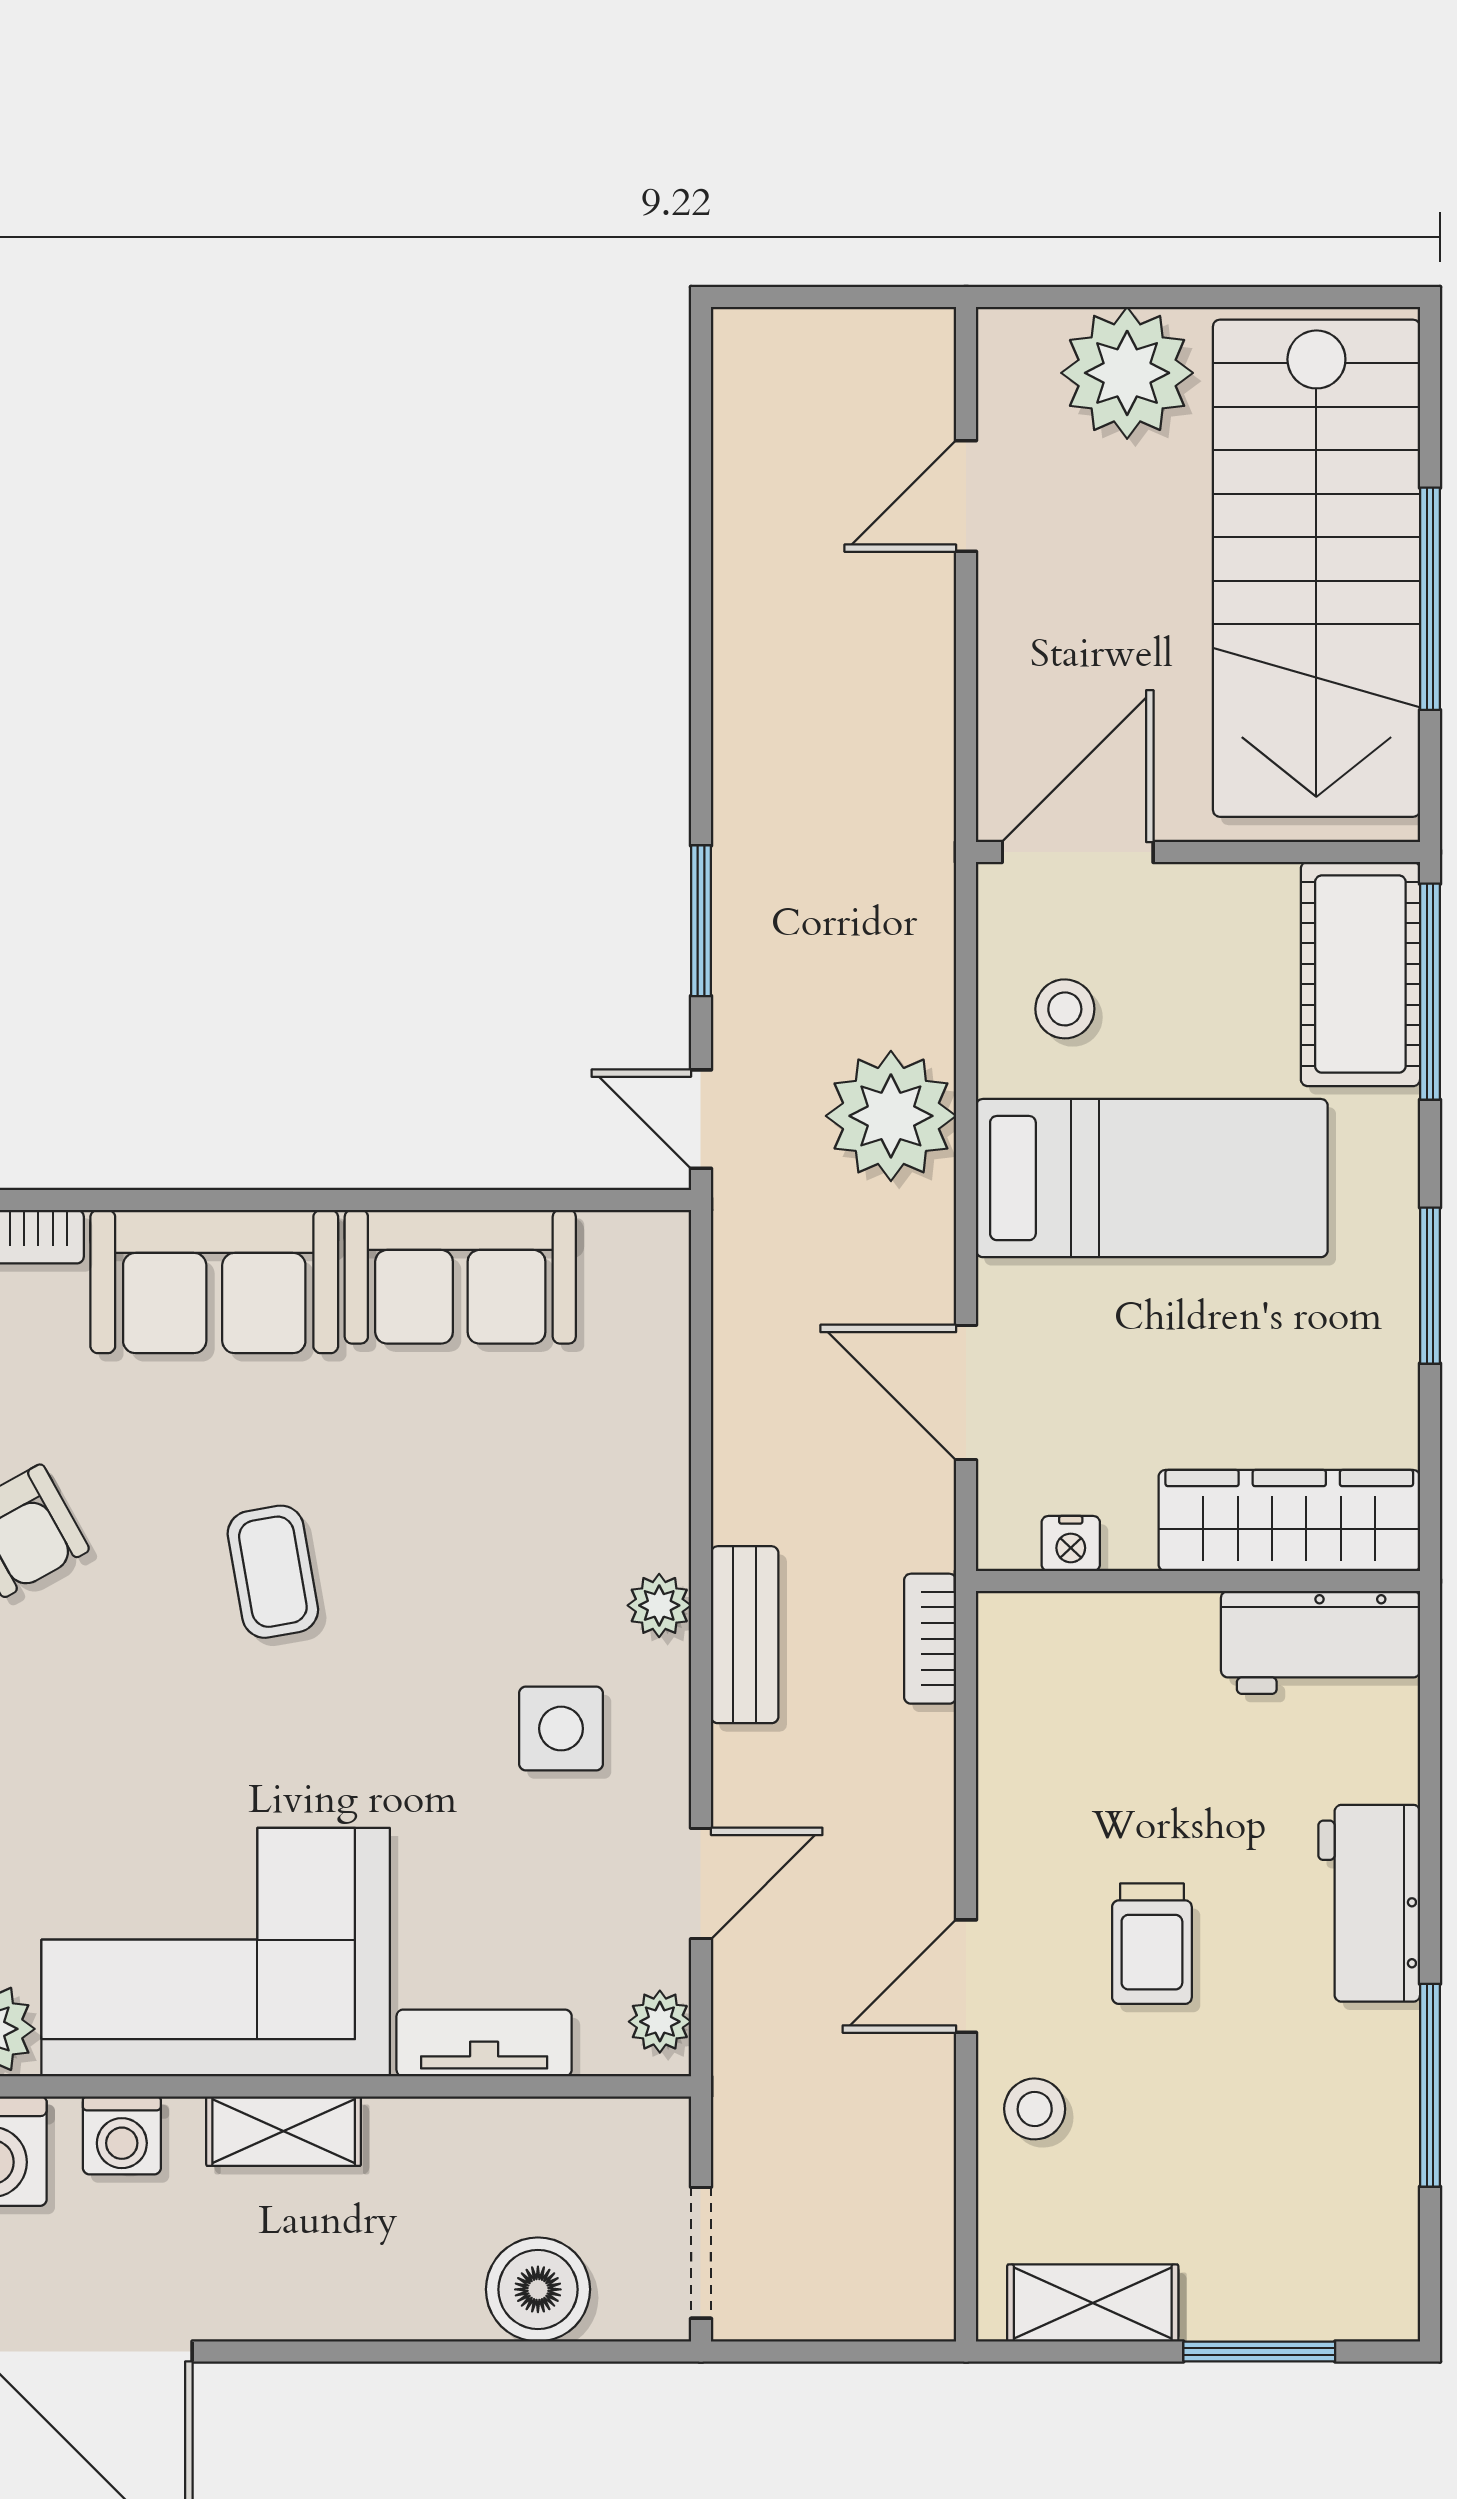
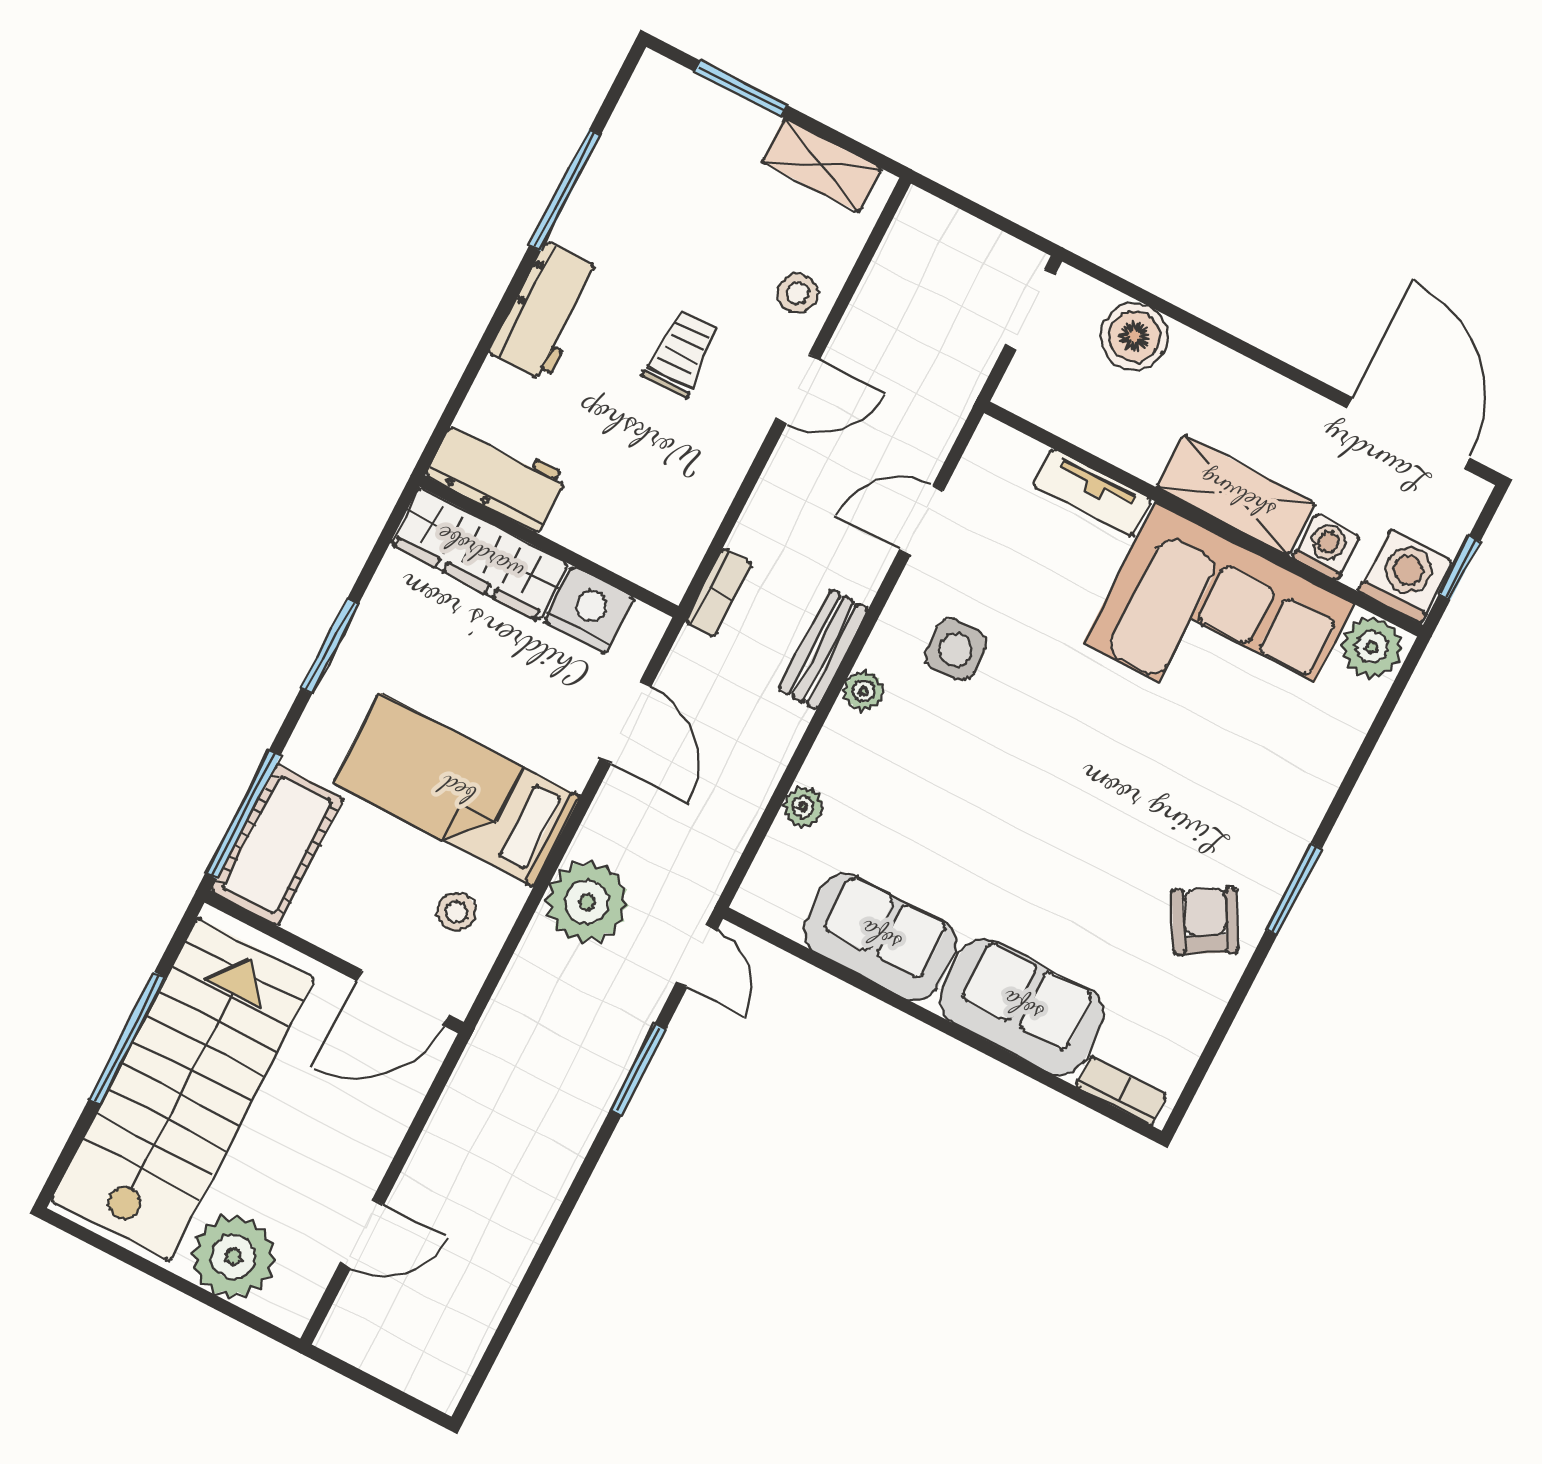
nightstand: (1071, 1544) -> (589, 610), width x1.89, depth x1.79
coffee table: (273, 1572) -> (1074, 824), removed
plant: (660, 2022) -> (803, 807), moved
shelving: (284, 2131) -> (1236, 495), width x1.50, depth x1.33

